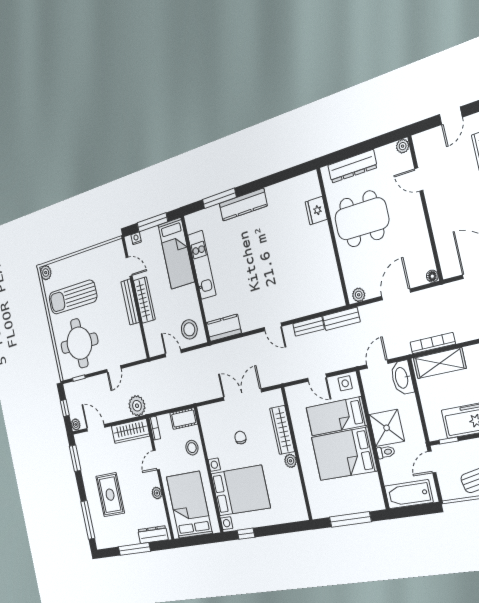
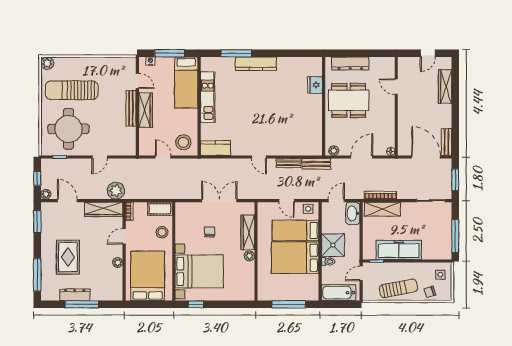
plant: (403, 146) -> (390, 62), removed
dresser: (153, 535) -> (75, 295), moved

